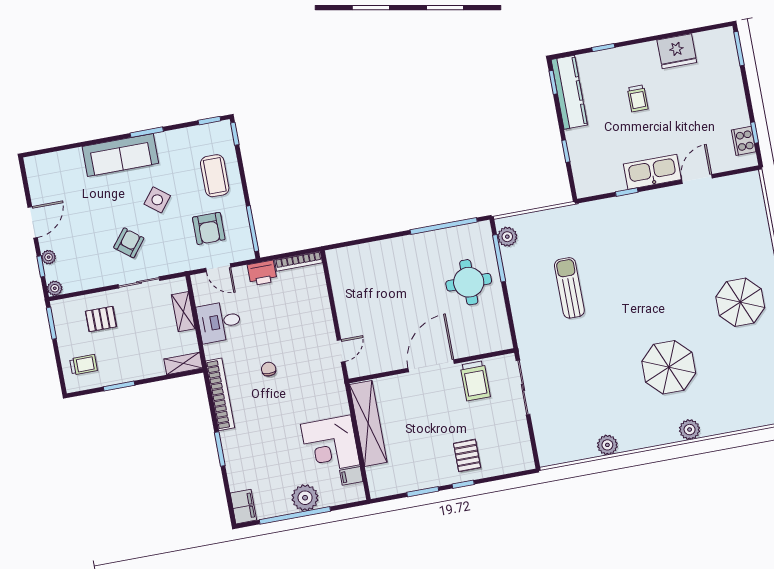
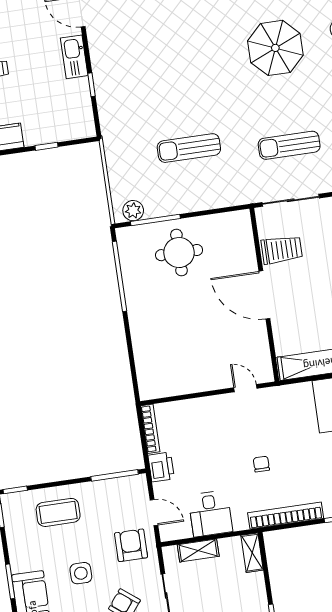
kitchen sink: (652, 172) -> (74, 57), width x0.73, depth x0.81
side table: (157, 200) -> (81, 573), turned -38
armchair: (209, 228) -> (131, 545), moved, turned -90
door: (218, 268) -> (154, 513), hinge flipped
chair: (269, 369) -> (261, 464), turned 90
sun lounger: (576, 384) -> (289, 145), added

